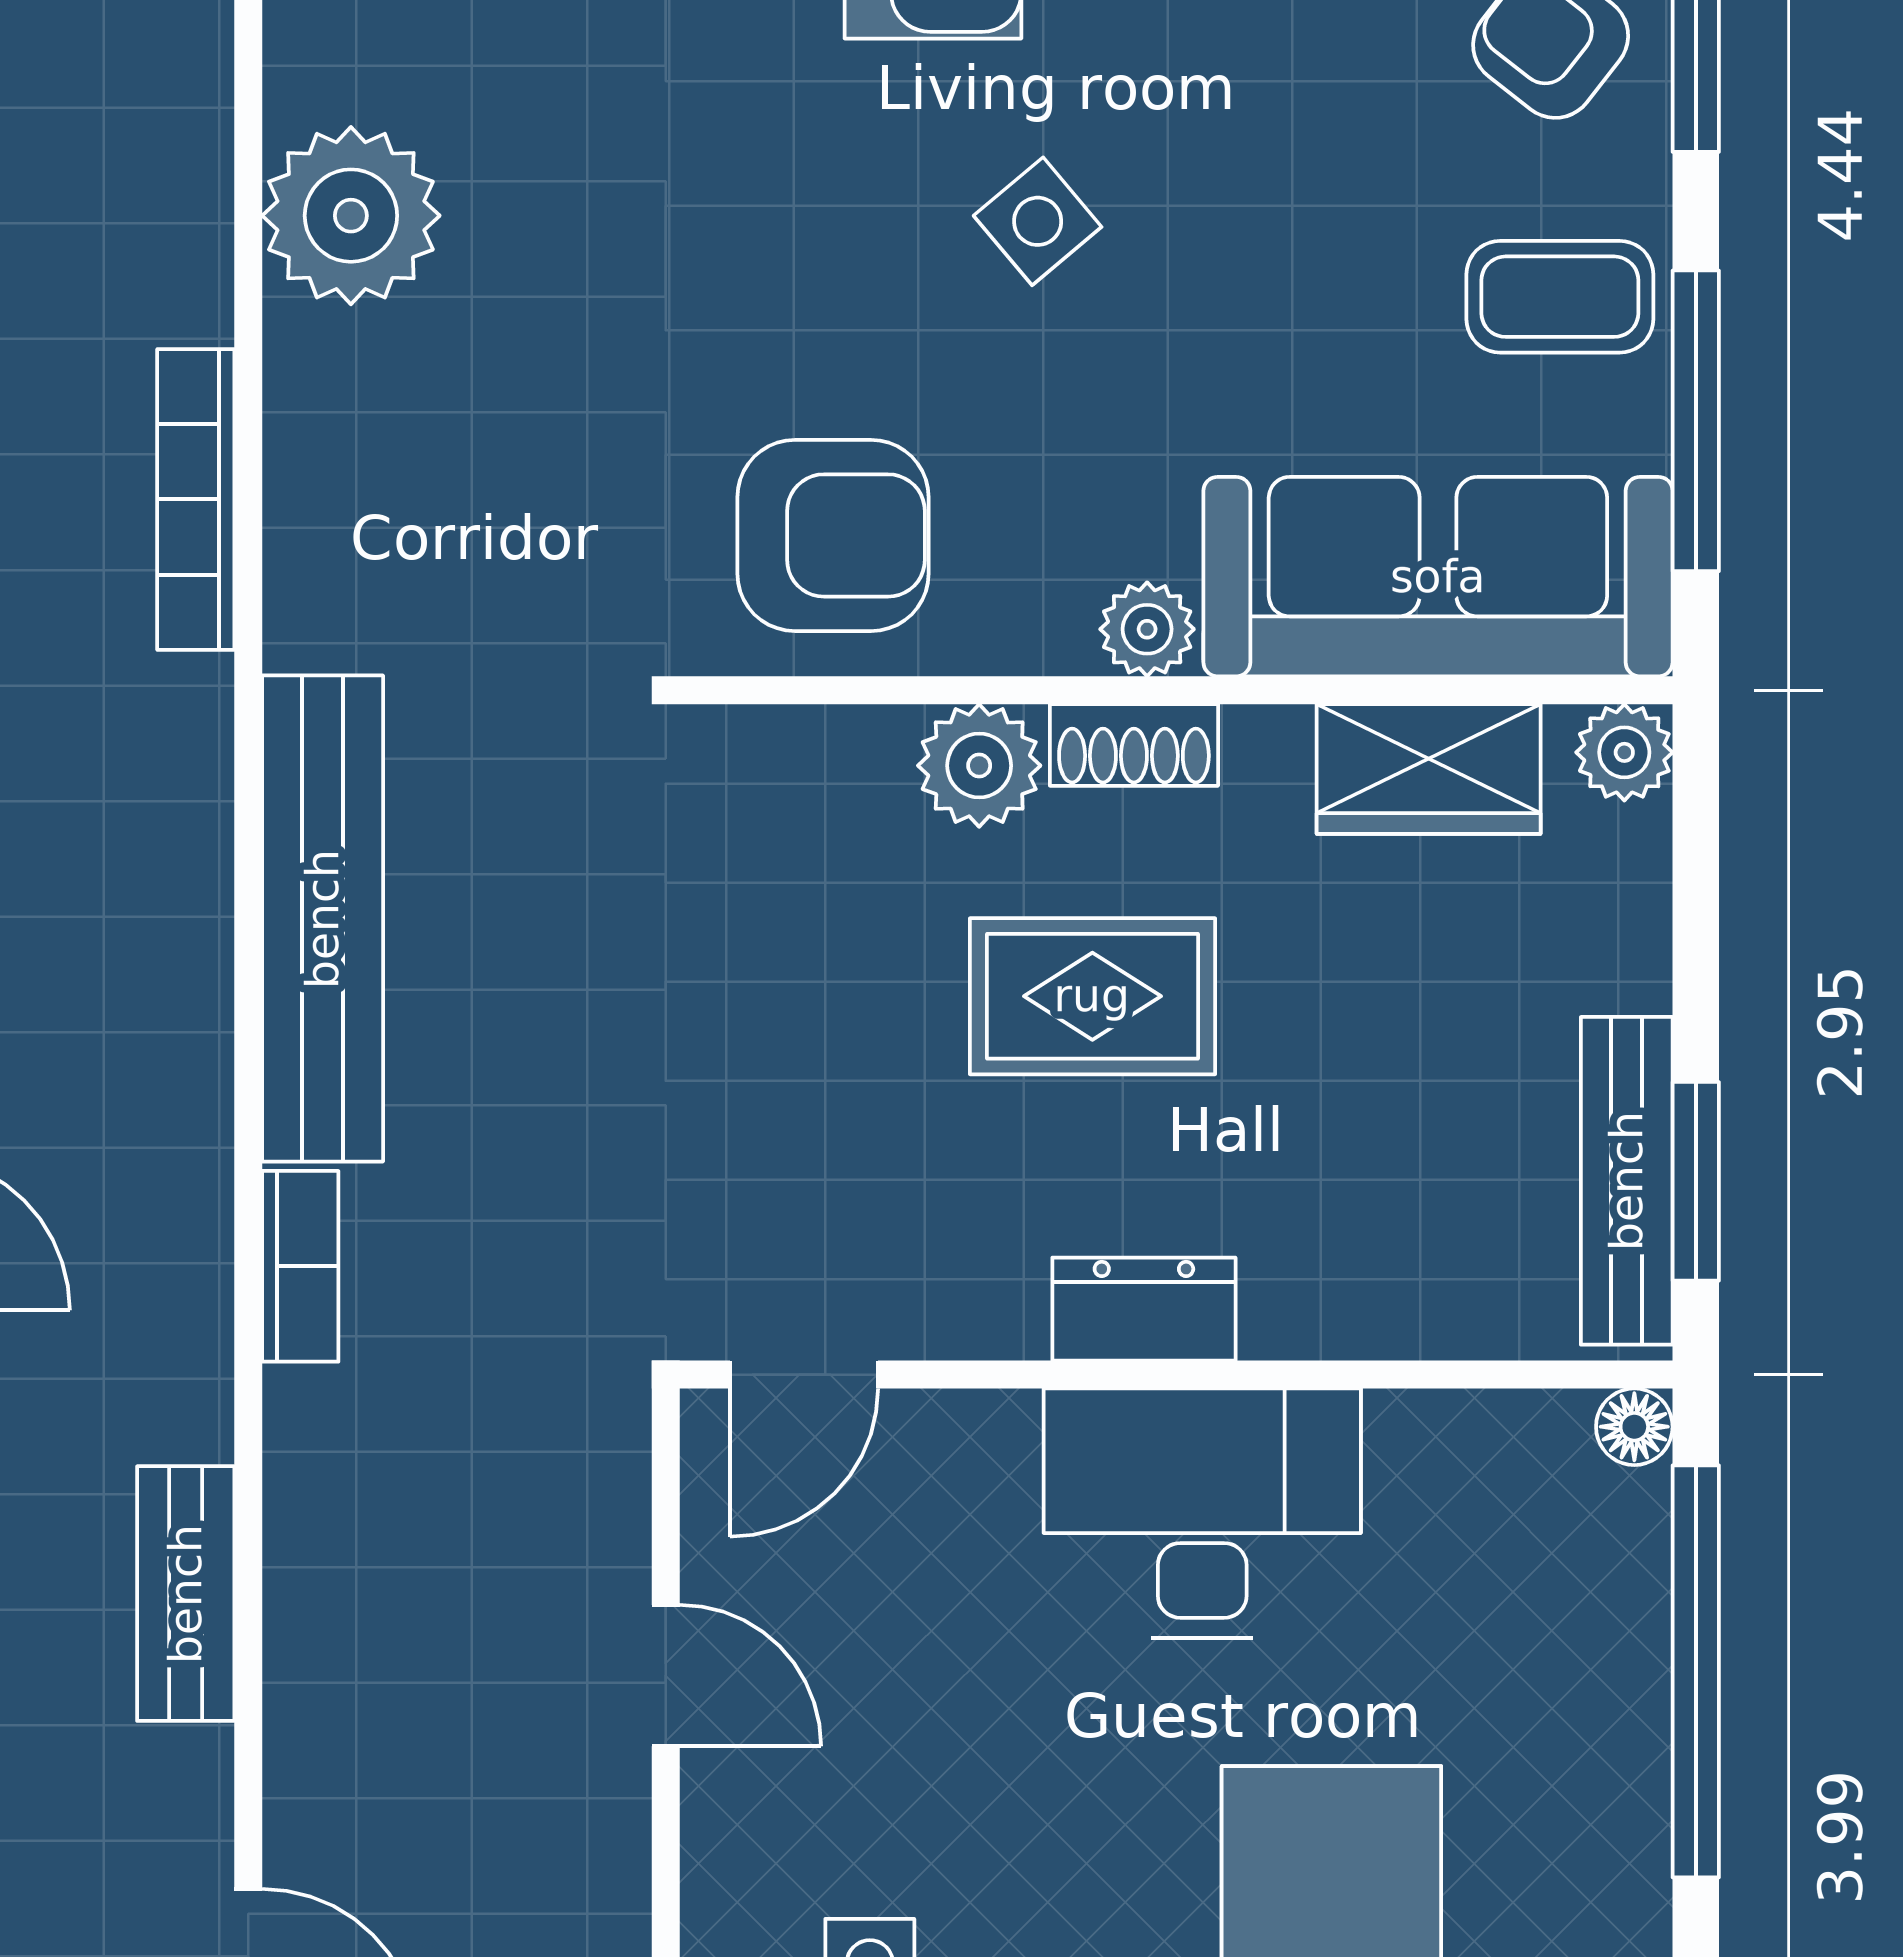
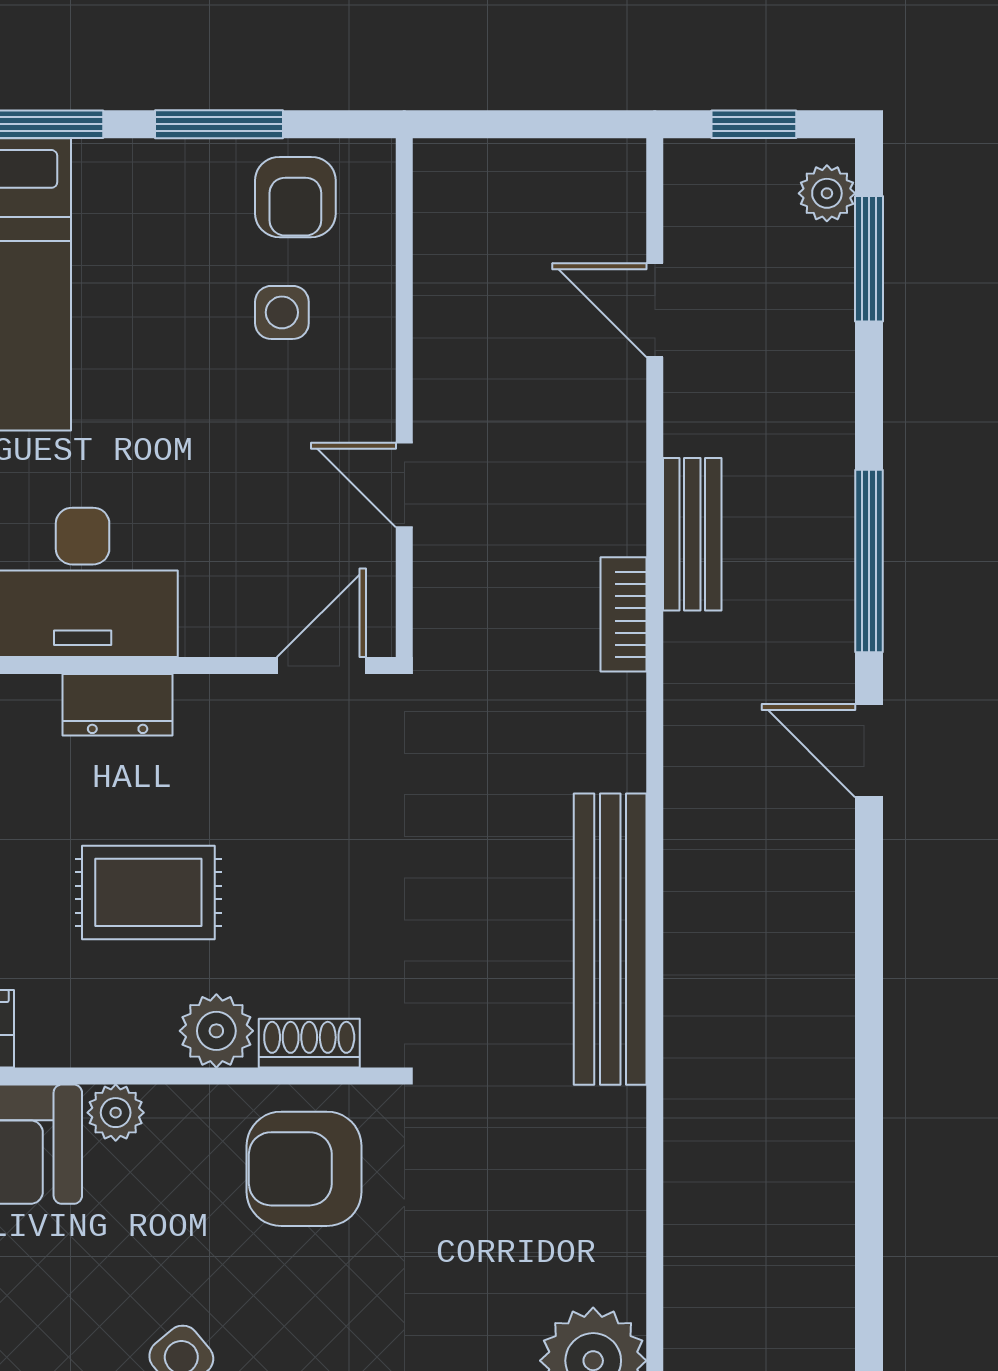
bookcase: (196, 499) -> (686, 1190), removed
shoe rack: (1134, 745) -> (309, 1043), moved
bookcase: (300, 1266) -> (624, 614), moved

